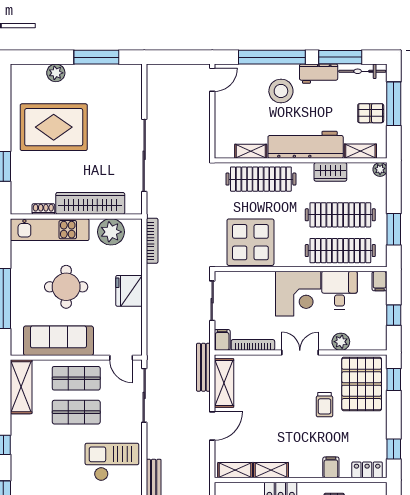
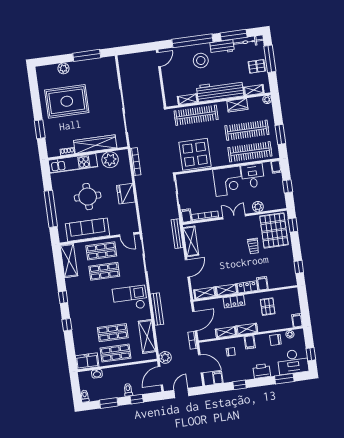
locker: (367, 470) -> (247, 287), moved

